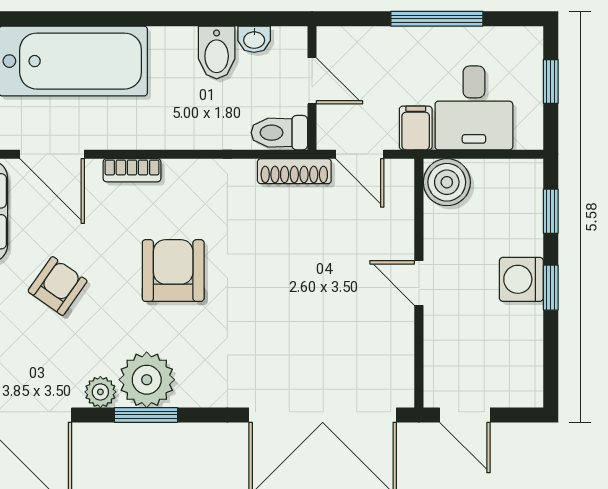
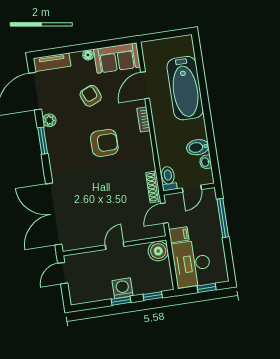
window: (437, 19) -> (223, 218), moved
desk: (474, 108) -> (192, 264), width x1.37
armchair: (58, 286) -> (91, 96), turned -148
plant: (147, 380) -> (57, 139), removed

